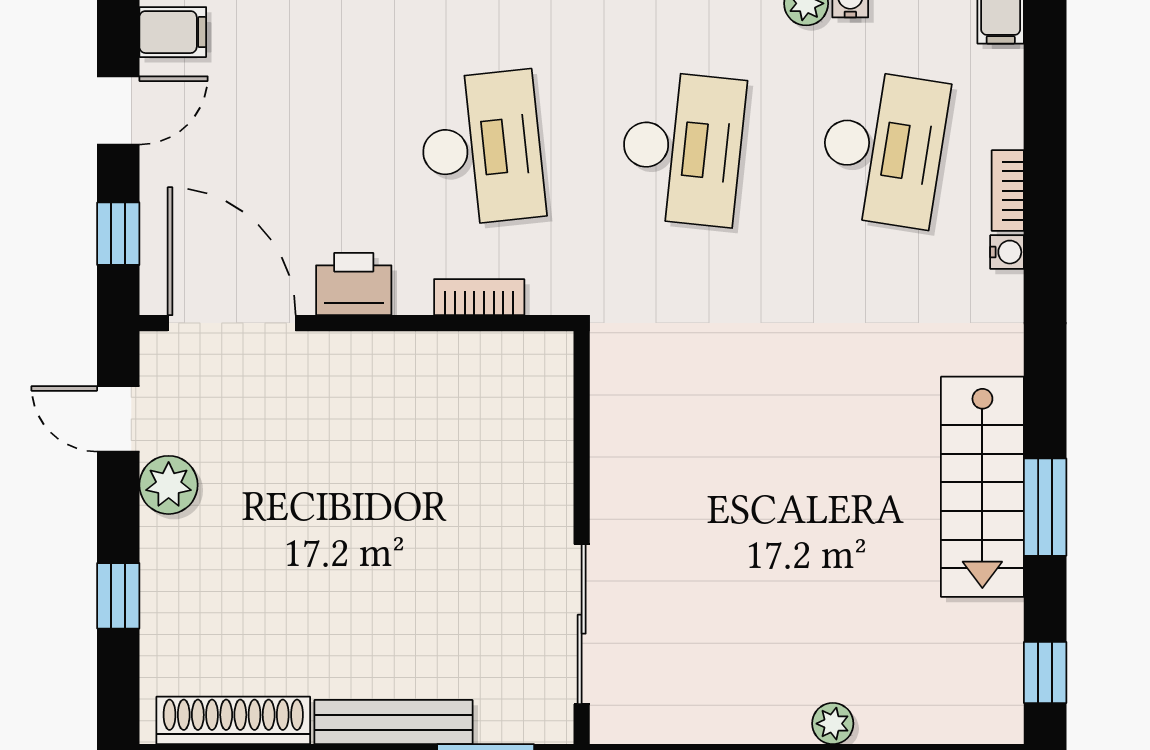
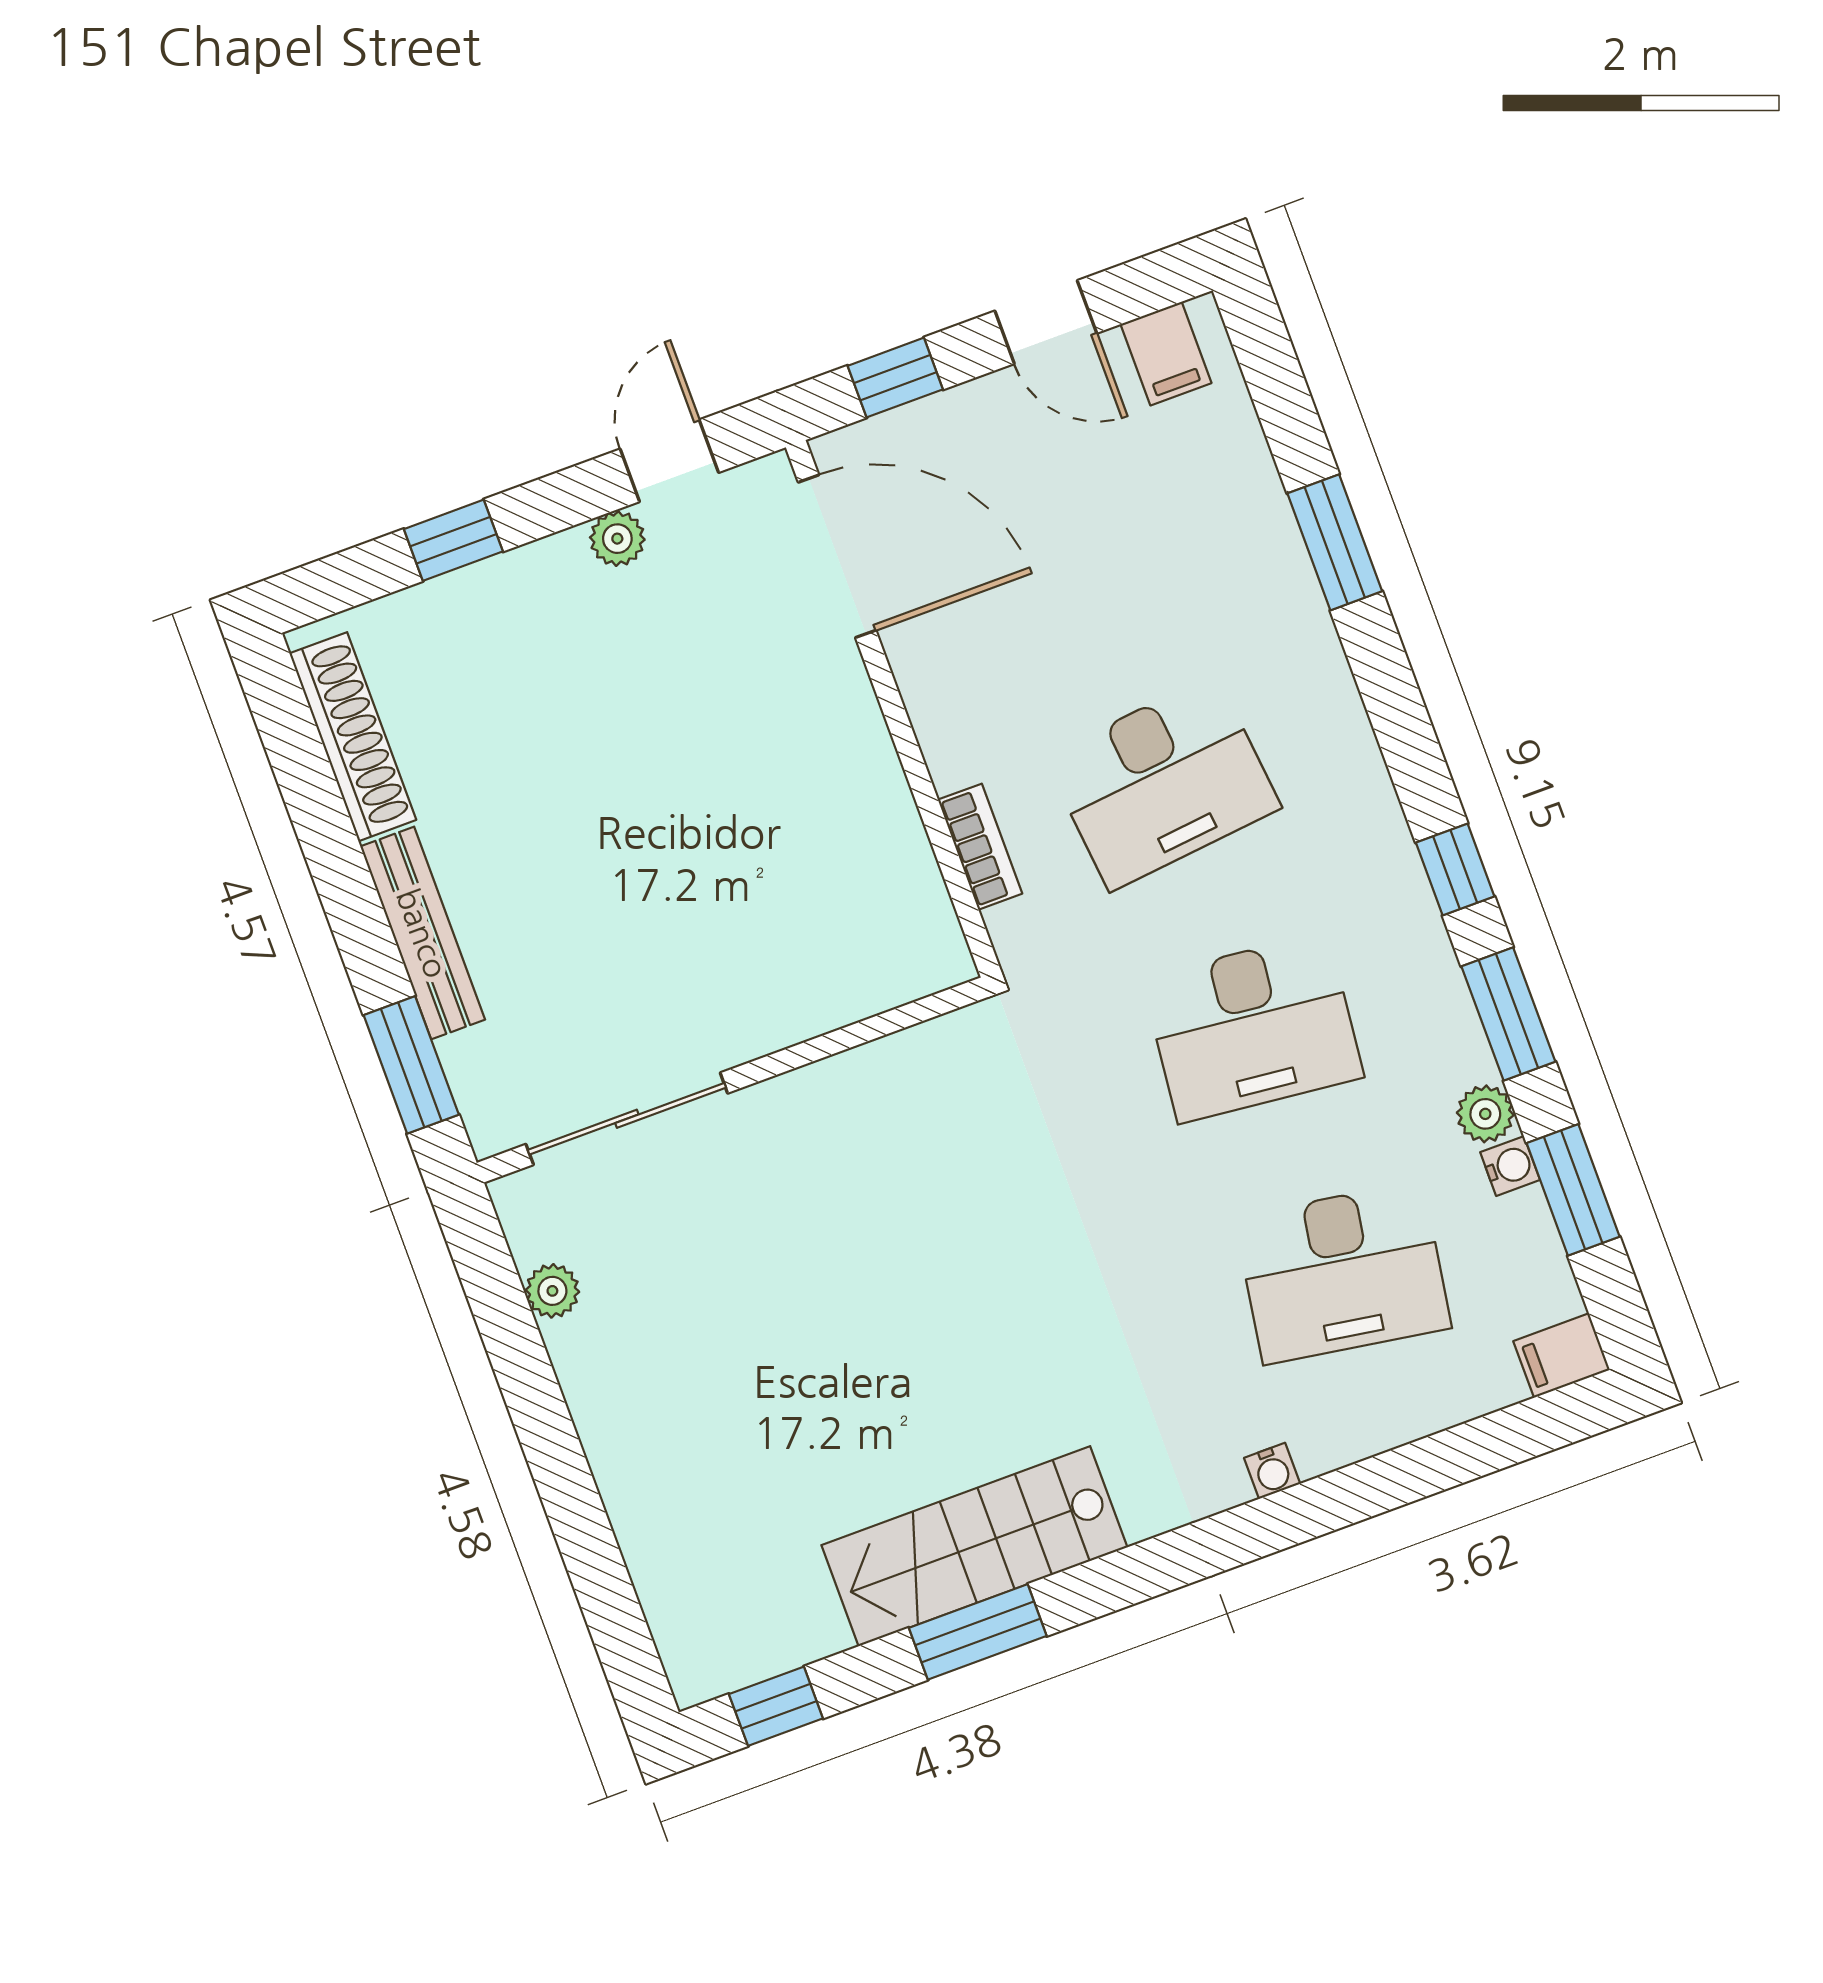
bookcase: (1008, 191) -> (1348, 1444), removed
printer: (354, 284) -> (940, 688), removed
door: (232, 323) -> (837, 556), hinge flipped
plant: (169, 485) -> (617, 539), width x0.73, depth x0.73
plant: (833, 724) -> (552, 1291), moved

